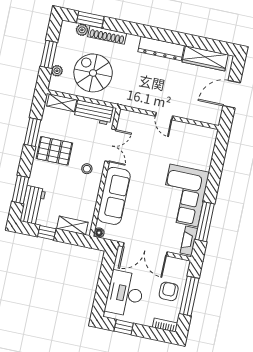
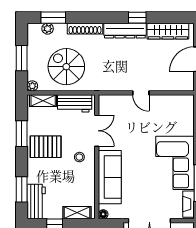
shoe rack: (107, 35) -> (85, 29), moved
window: (177, 38) -> (137, 18), added
plant: (57, 71) -> (32, 86), moved

